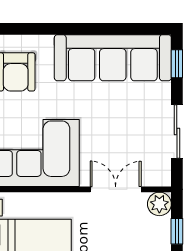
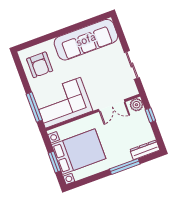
window: (177, 64) -> (119, 31), removed
double door: (116, 189) -> (112, 105), swing flipped

